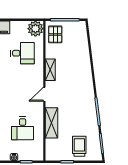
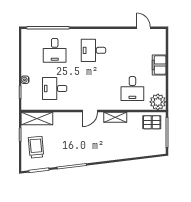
door: (44, 94) -> (90, 111), swing flipped
shelving: (51, 123) -> (37, 118), moved
trolley: (79, 146) -> (36, 147), turned -95

